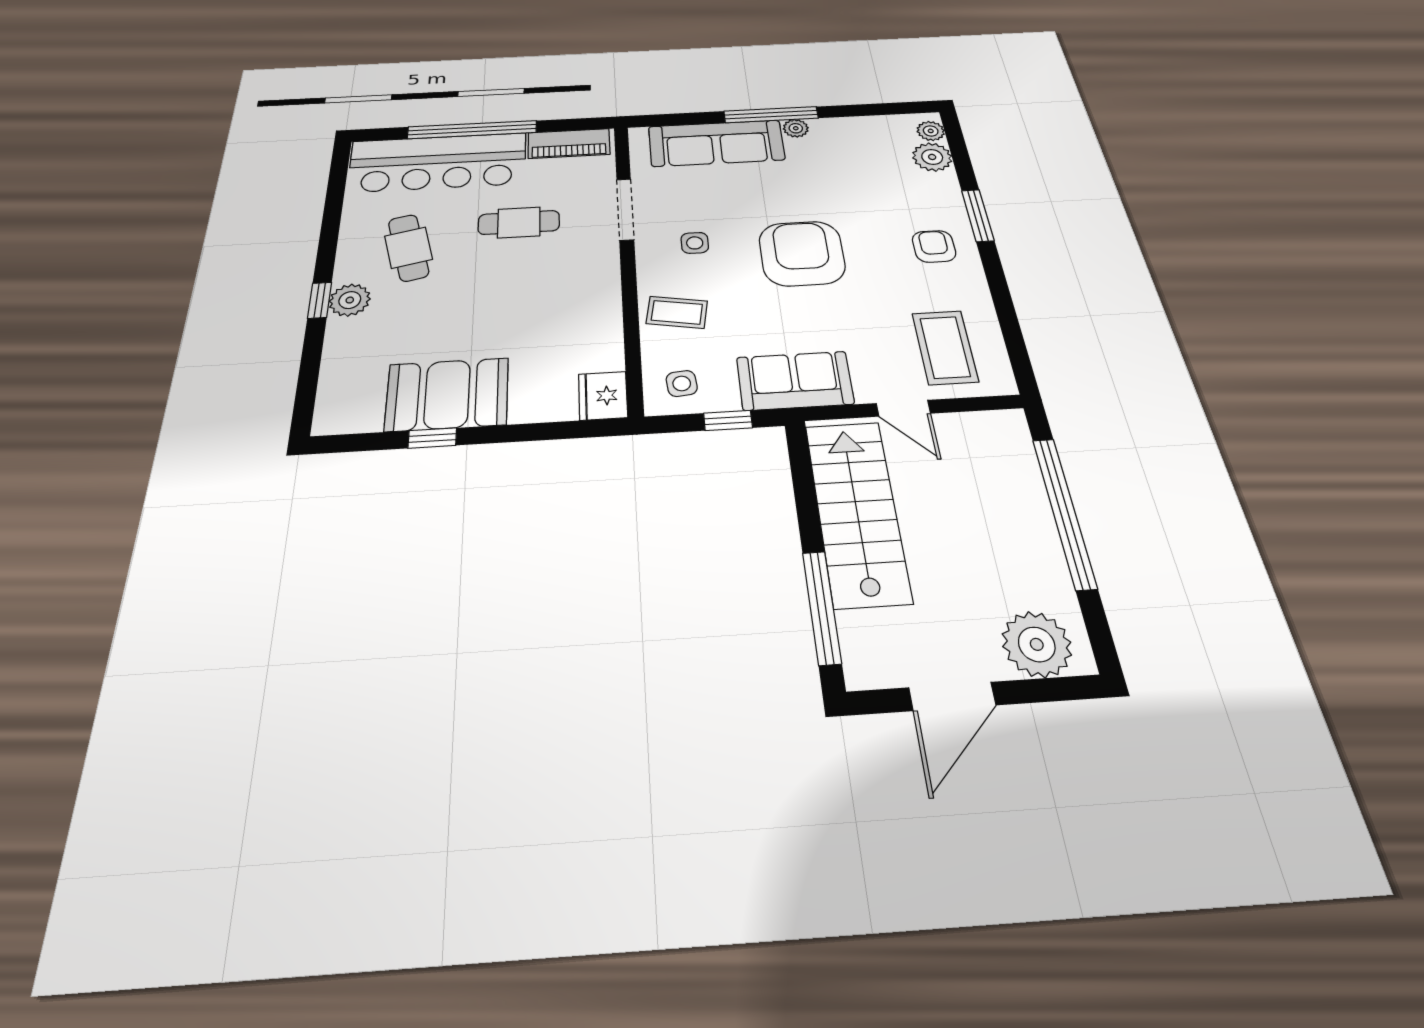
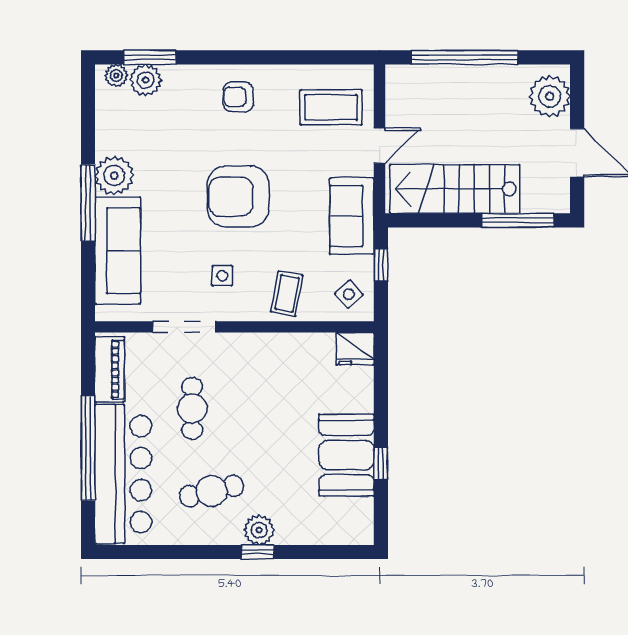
plant: (796, 128) -> (114, 175), width x1.88, depth x1.88
window: (978, 215) -> (150, 57), moved
side table: (682, 383) -> (349, 294), turned -37

